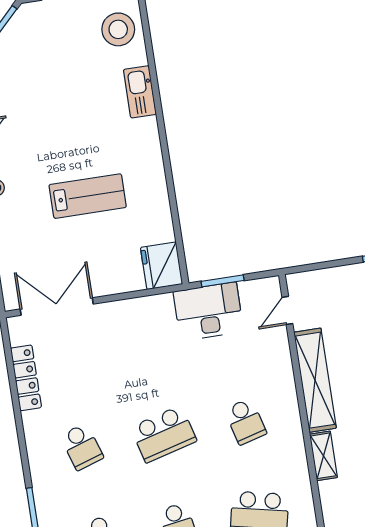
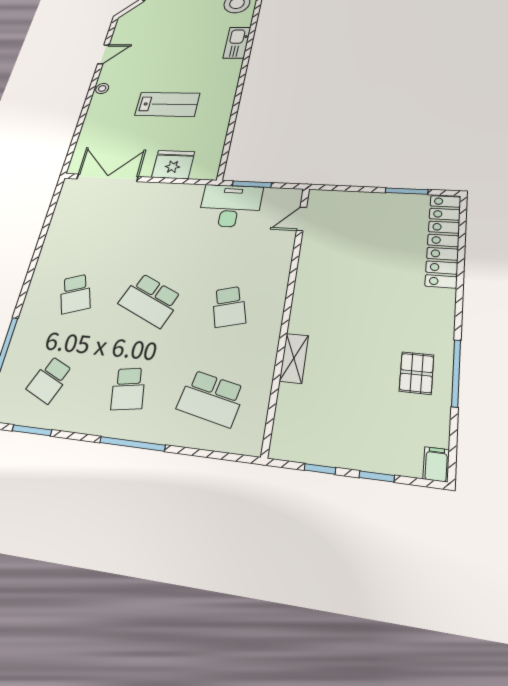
fridge: (162, 266) -> (173, 165), moved, turned 90
locker: (26, 378) -> (57, 227), removed
shelving: (315, 380) -> (308, 285), removed
school desk: (164, 434) -> (150, 300), turned 39

